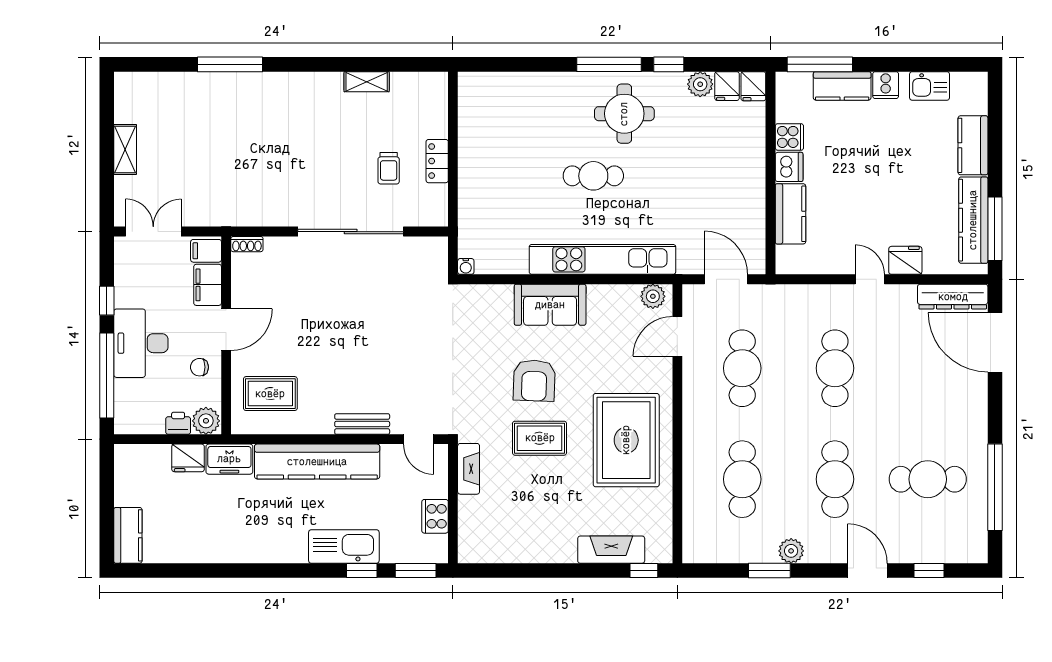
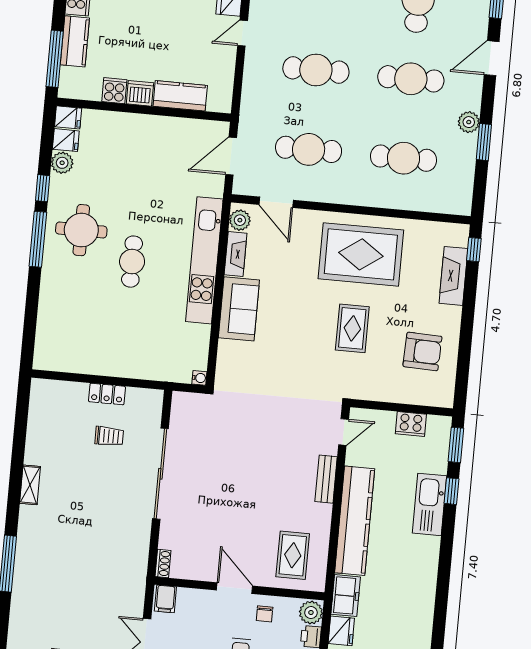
shelving: (367, 82) -> (30, 485), moved
filing cabinet: (208, 285) -> (195, 600), removed
armchair: (534, 380) -> (422, 351), moved
fireplace: (469, 469) -> (236, 254), moved, turned 90

